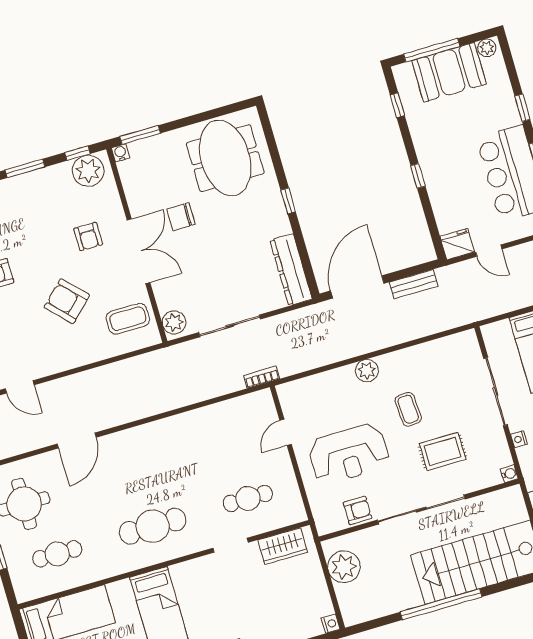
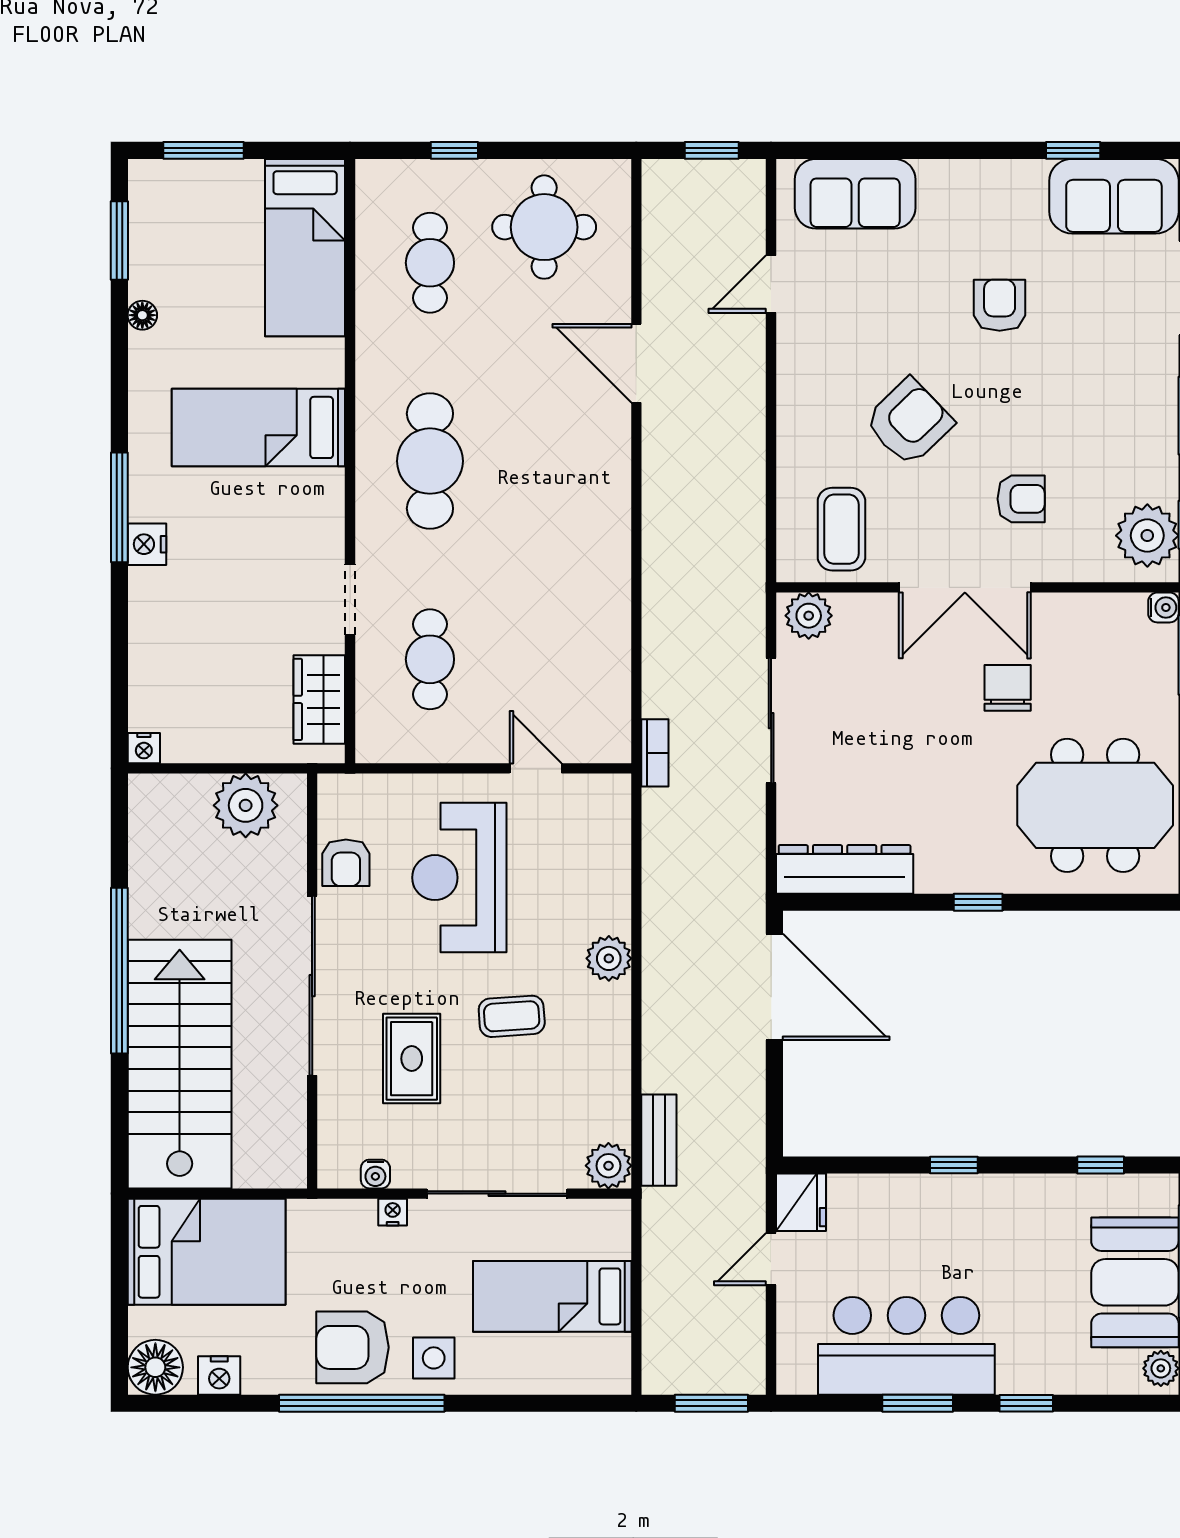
armchair: (88, 237) -> (1021, 499), turned 180
bench: (414, 284) -> (659, 1140), moved
plant: (467, 342) -> (608, 1166), added
water cooler: (509, 474) -> (375, 1174), moved

